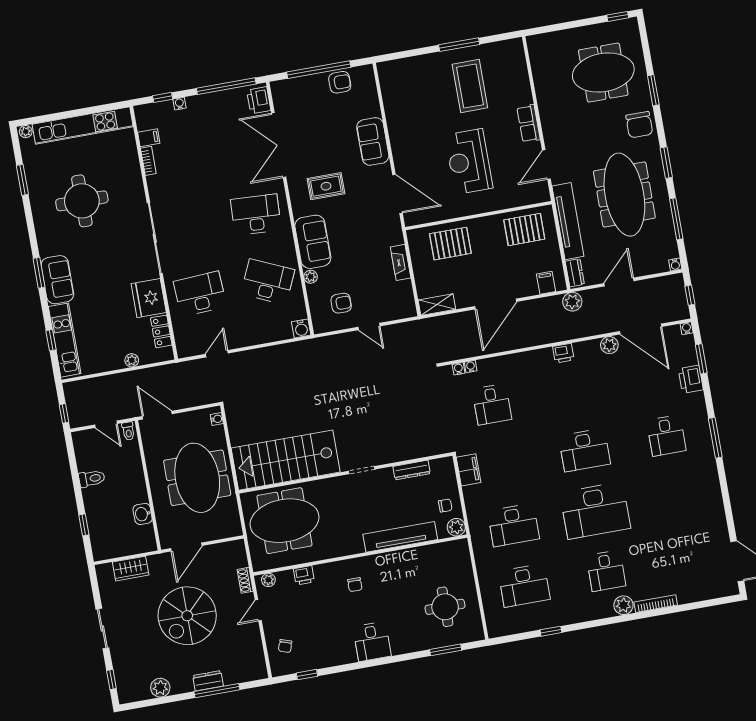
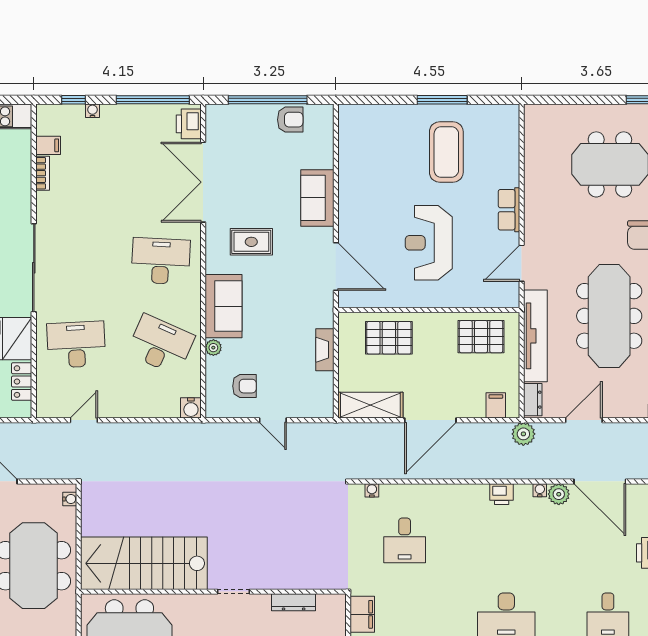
shelving: (437, 305) -> (370, 405), width x1.50, depth x1.33
water cooler: (471, 366) -> (540, 490), moved

